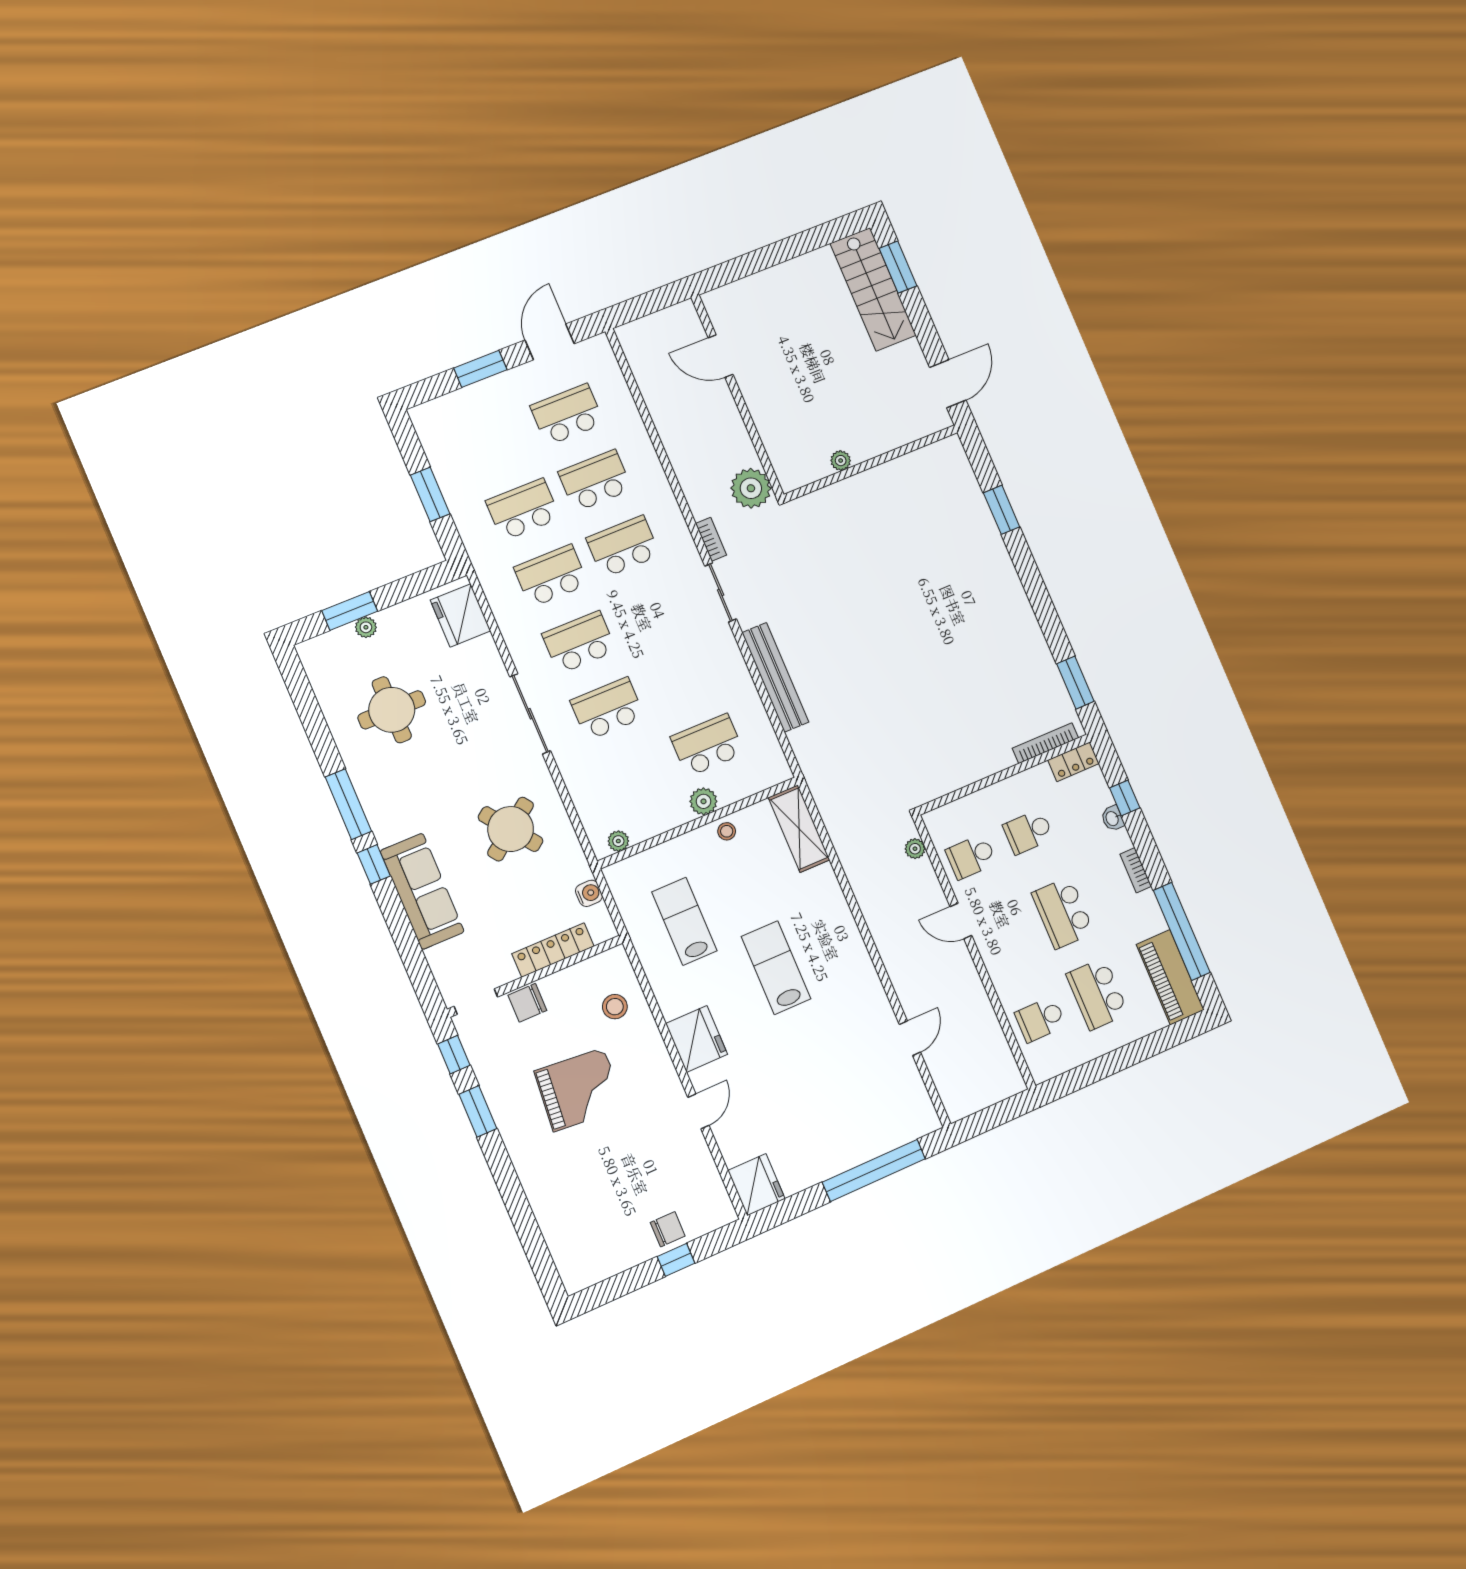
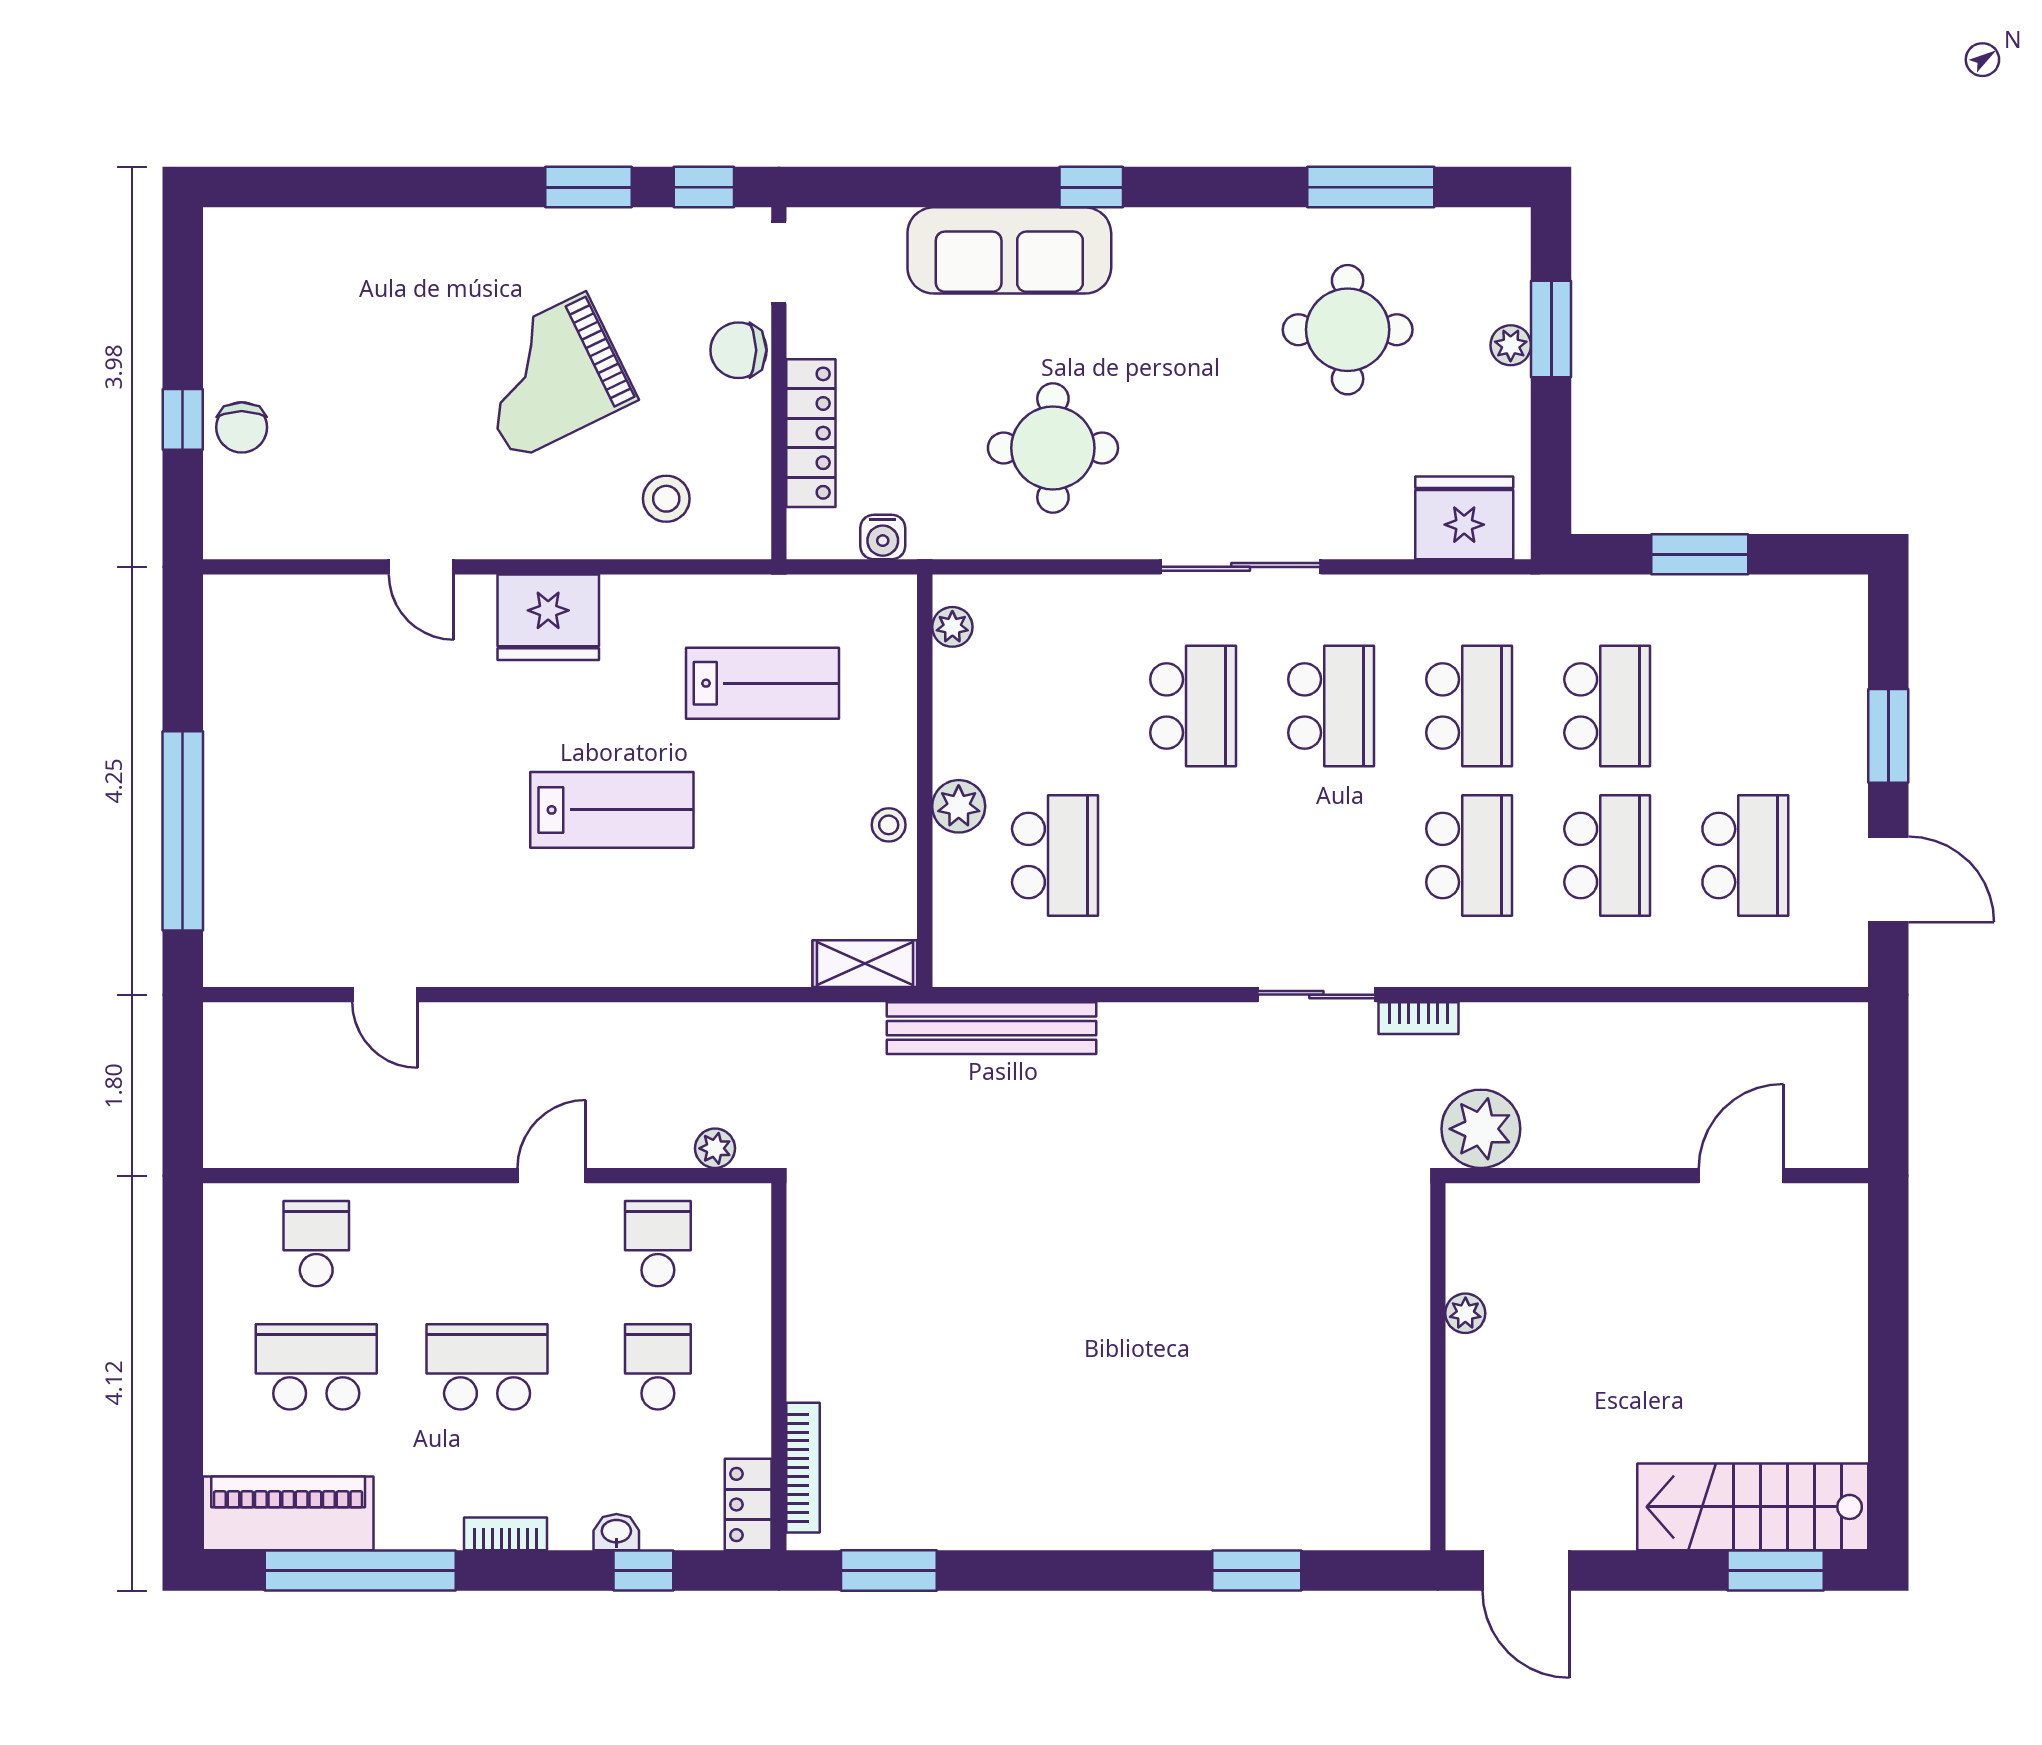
bench: (775, 677) -> (991, 1028), moved
window: (348, 804) -> (1371, 187), moved
round table: (511, 829) -> (1053, 448), turned 37
shelving: (799, 829) -> (865, 964), width x0.67, depth x0.75
chair: (527, 1003) -> (739, 350), turned -90
grand piano: (579, 1090) -> (550, 376), turned 59
fridge: (756, 1185) -> (250, 614), removed

